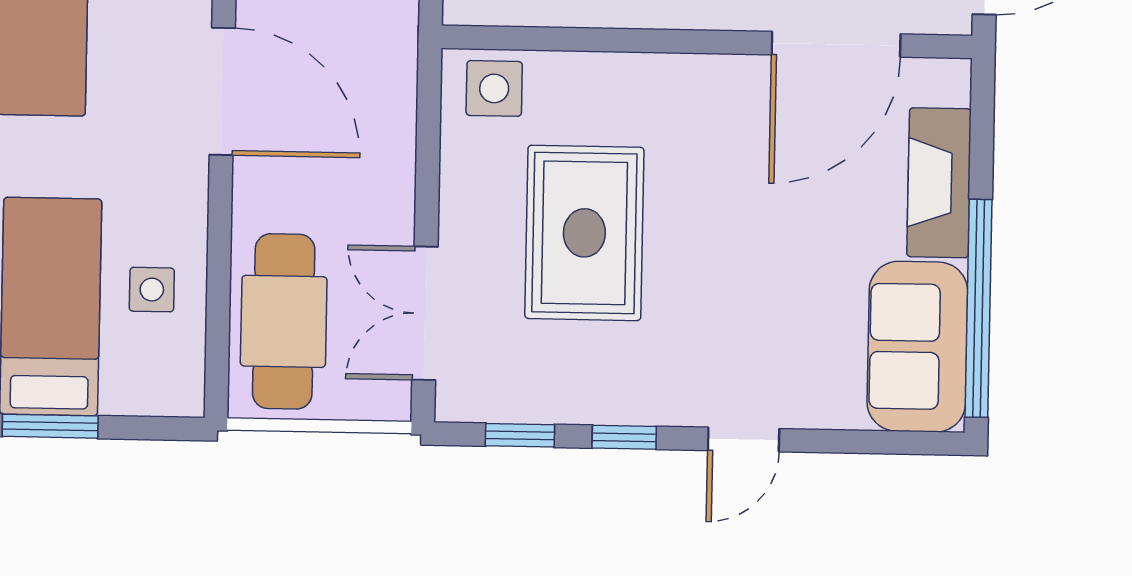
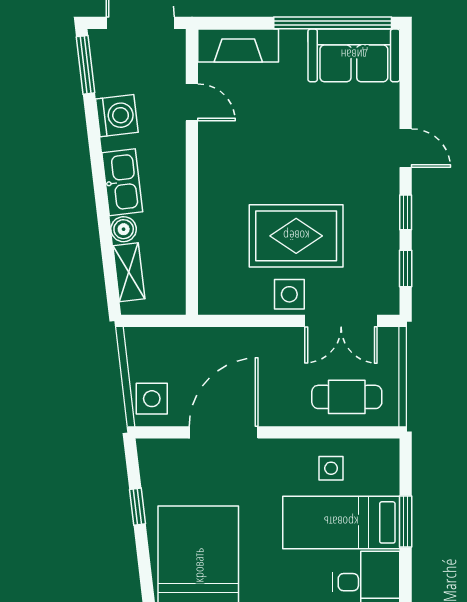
door: (836, 44) -> (192, 102), width x0.53
side table: (494, 88) -> (289, 294), moved
fireplace: (939, 183) -> (238, 45), moved
cafe table: (284, 321) -> (347, 397), width x0.73, depth x0.74

